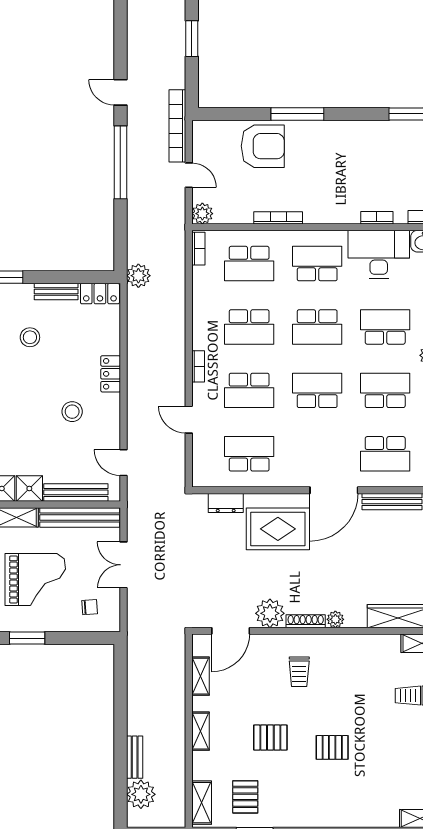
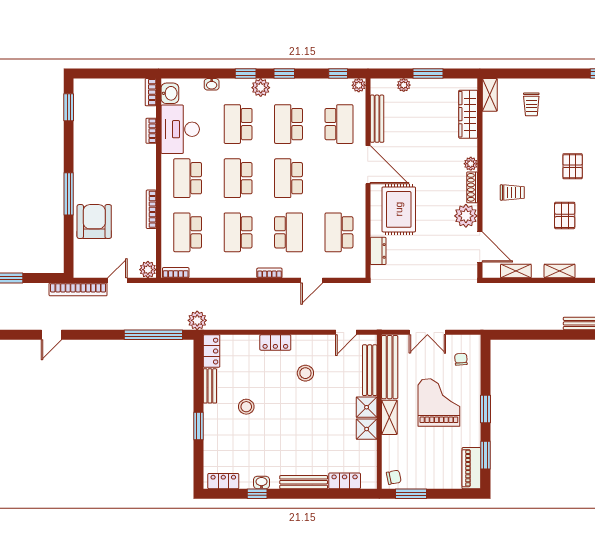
window: (120, 162) -> (153, 335), moved
school desk: (249, 264) -> (188, 232), turned 180
school desk: (249, 327) -> (238, 232), turned 180
school desk: (317, 327) -> (238, 178), turned 180

